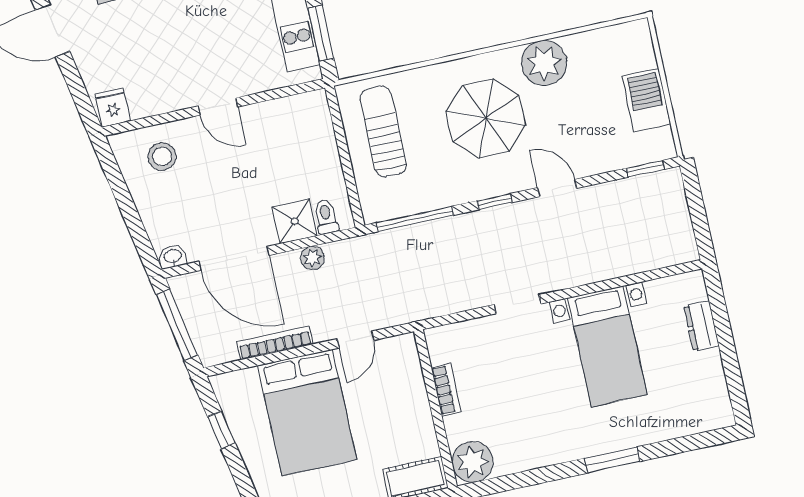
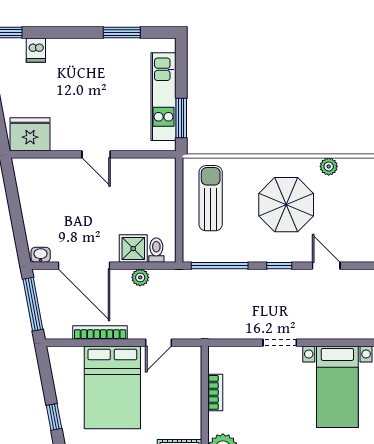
plant: (544, 63) -> (329, 166), width x0.53, depth x0.53
fridge: (113, 107) -> (30, 134), width x1.88, depth x1.34
stool: (162, 156) -> (48, 181), removed
window: (221, 430) -> (54, 417), moved

